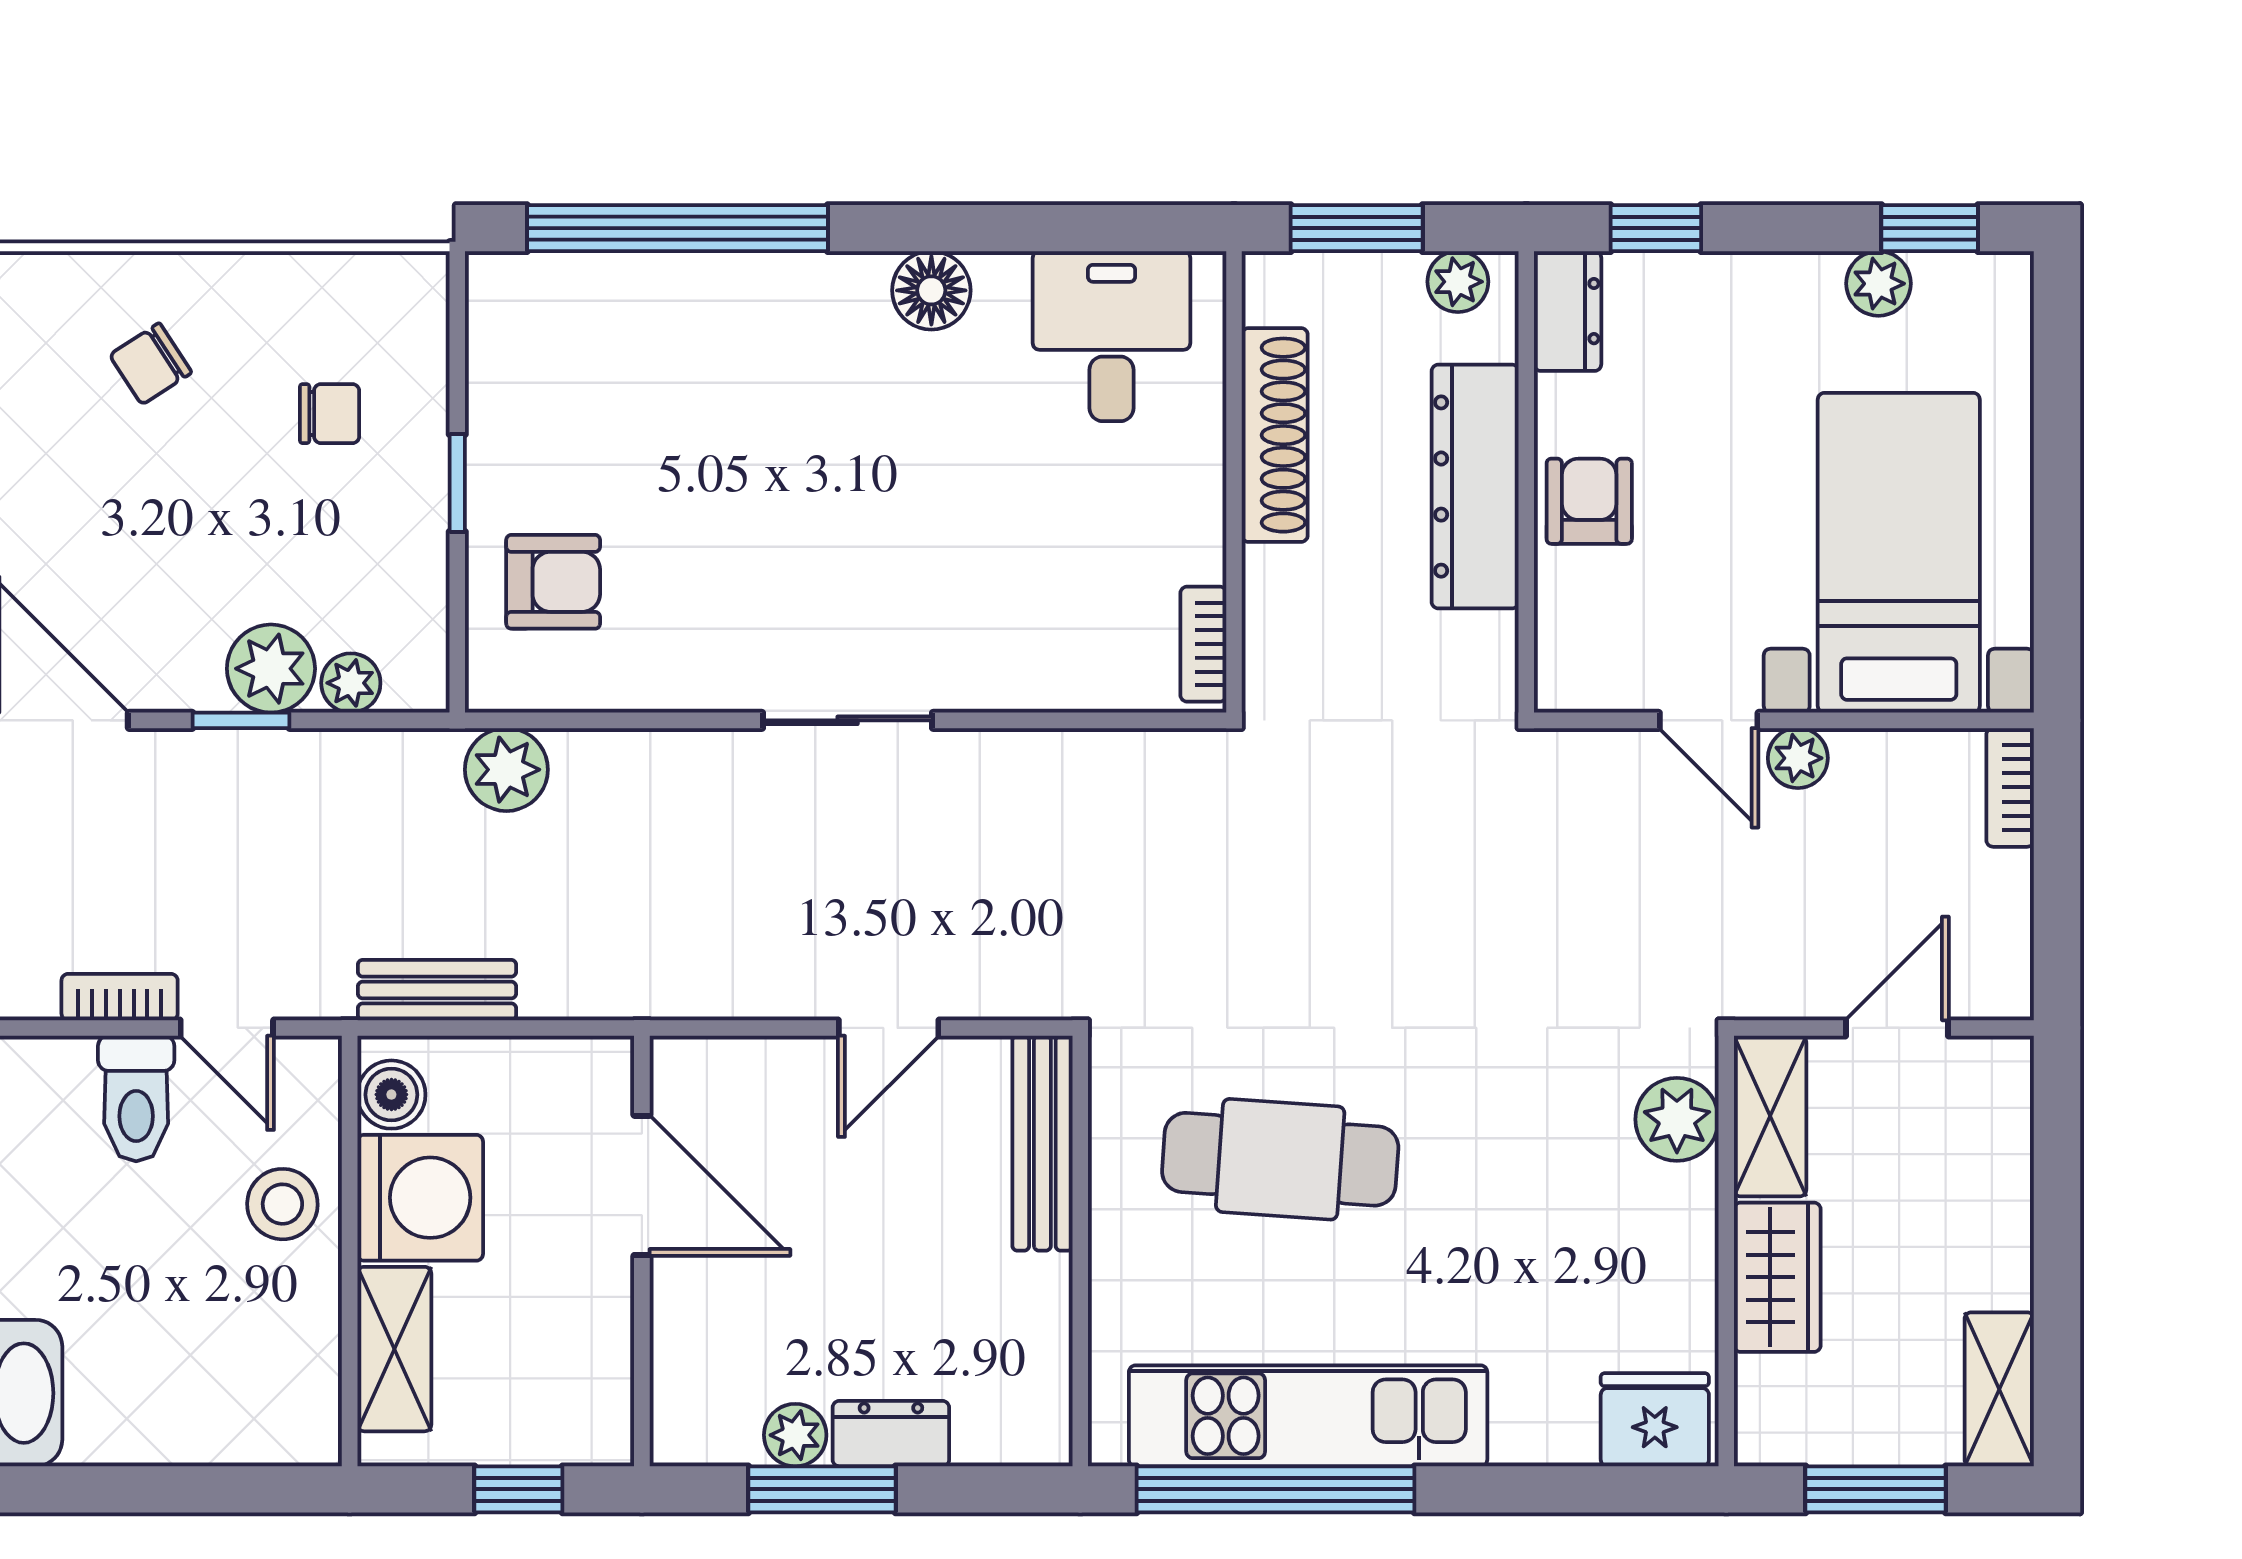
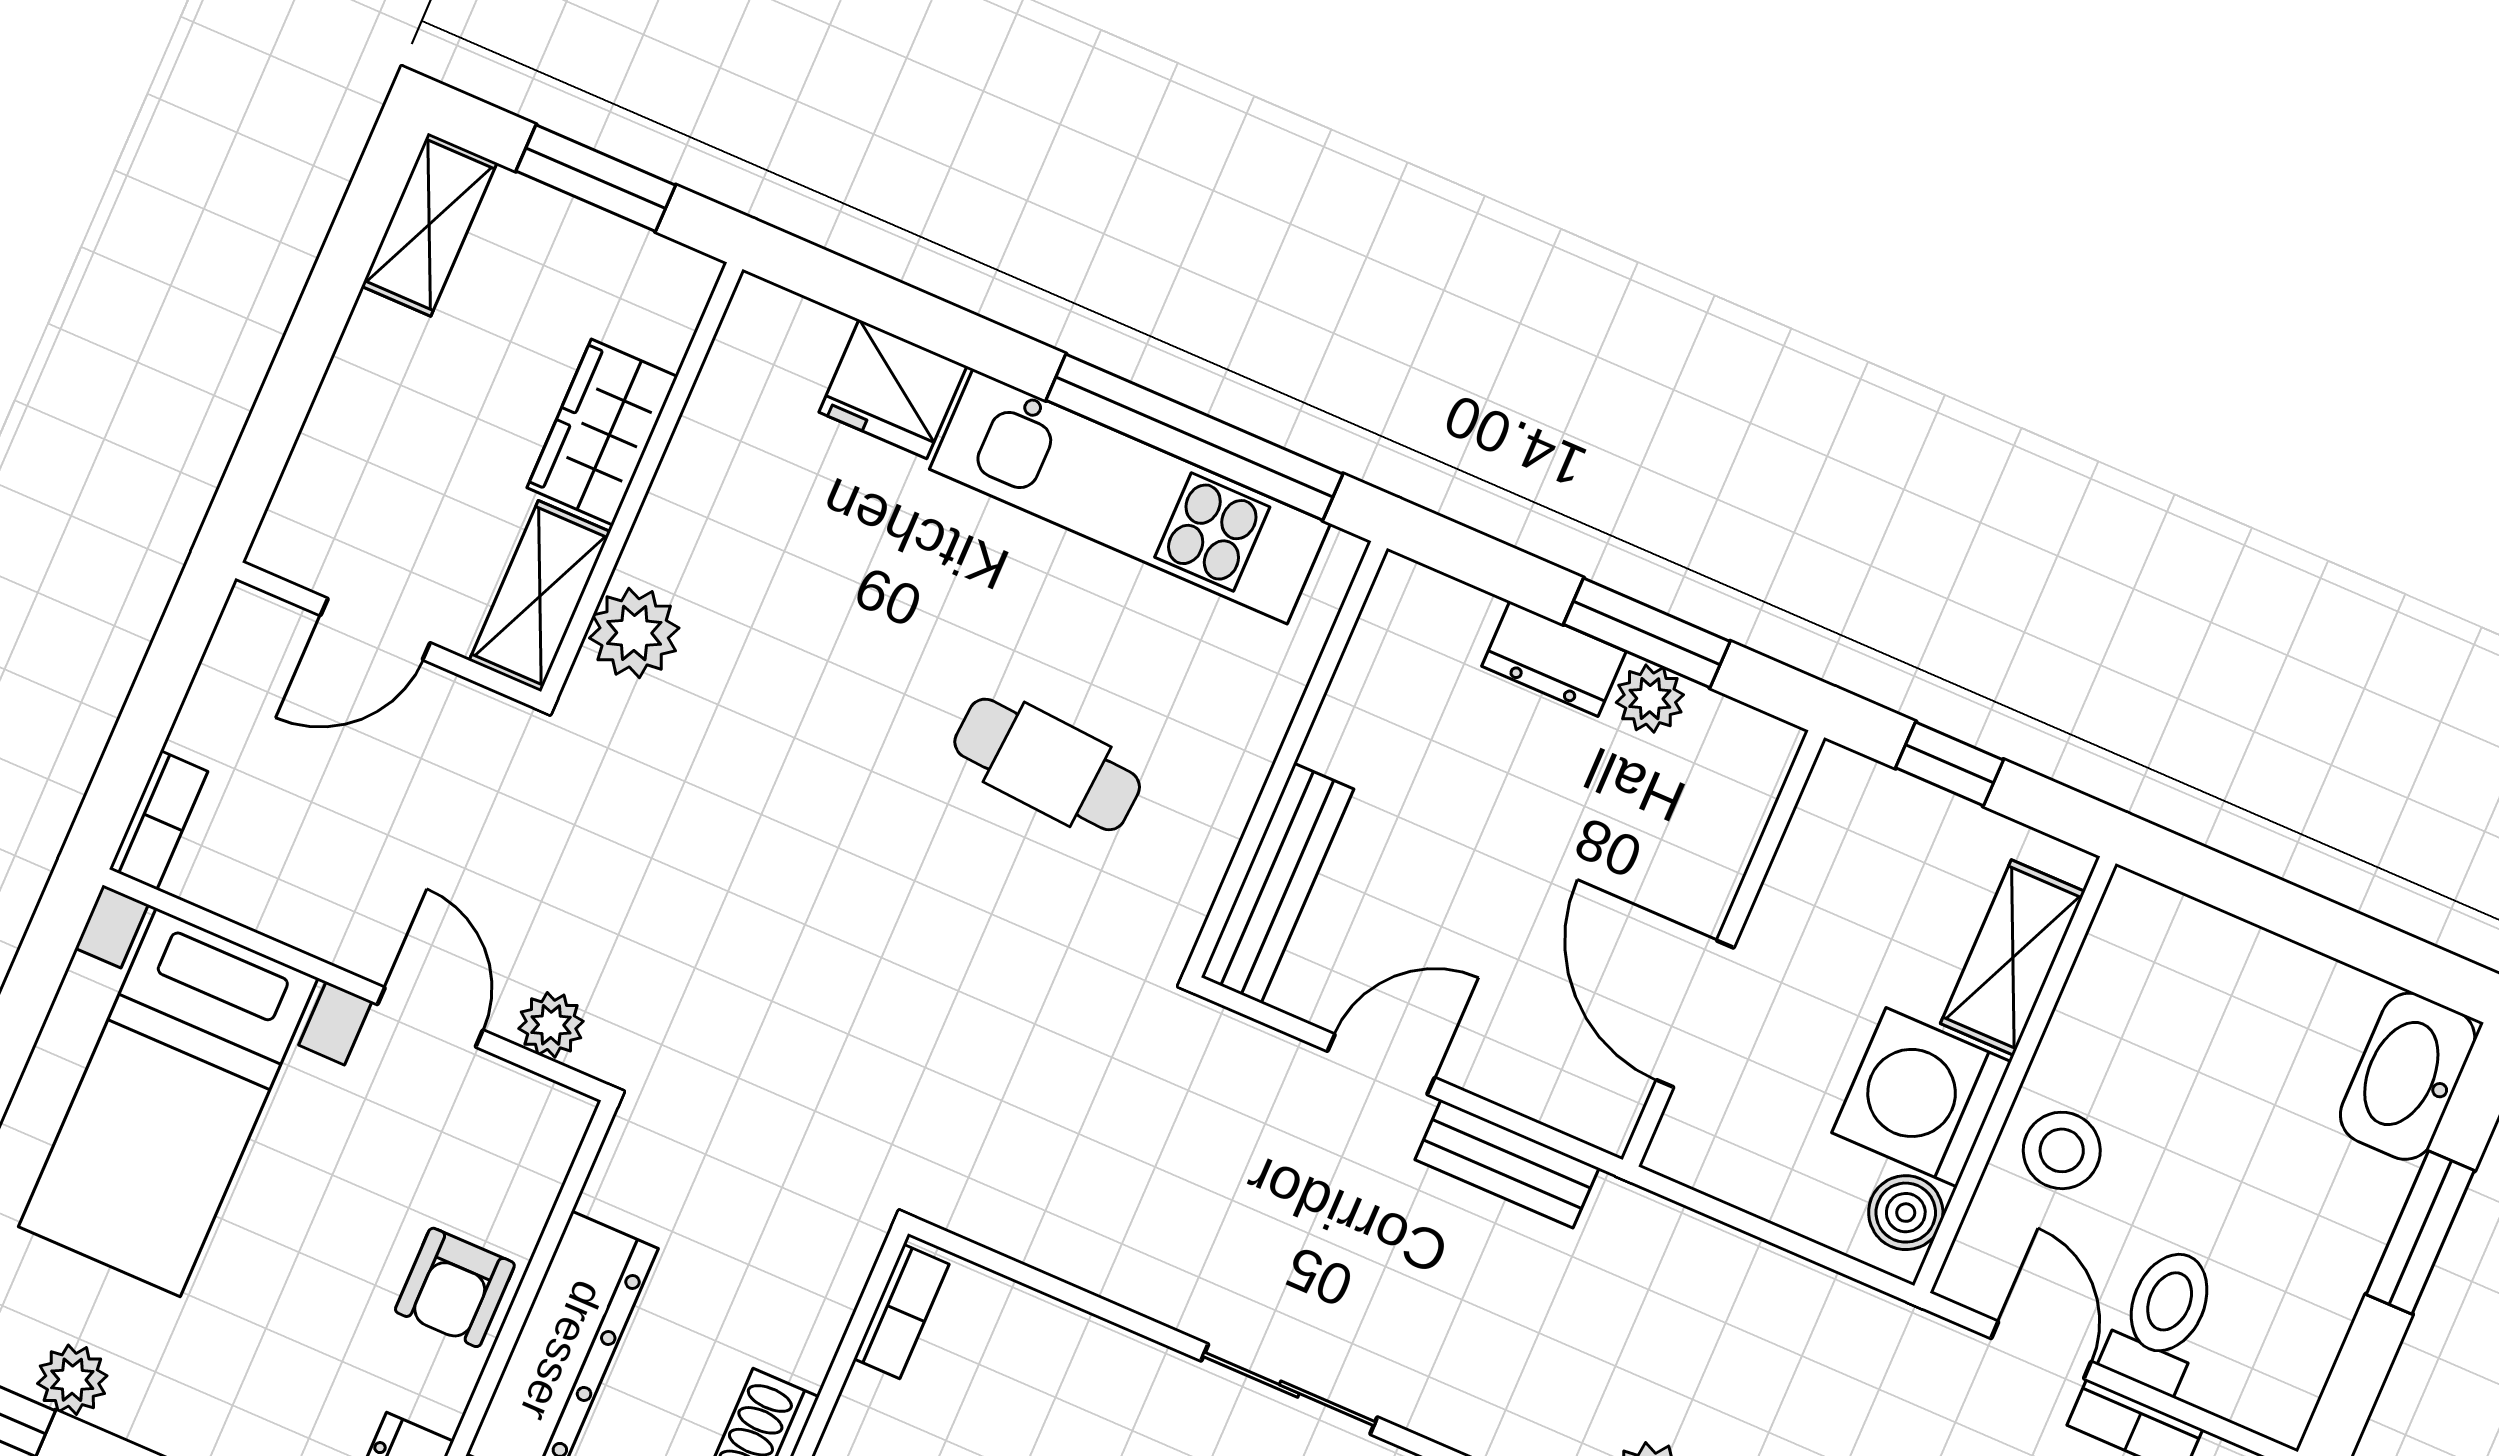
plant: (1798, 758) -> (551, 1025), moved
bench: (437, 990) -> (1507, 1164), moved
cafe table: (1280, 1159) -> (1047, 764), width x0.73, depth x0.74
fridge: (1655, 1420) -> (893, 389), moved

